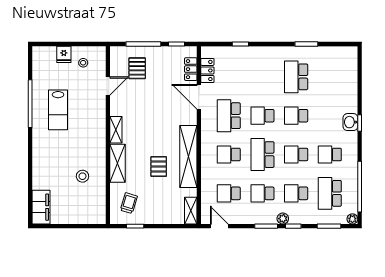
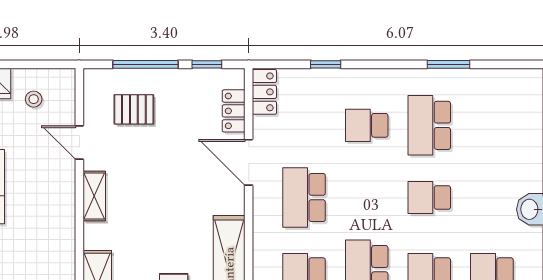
pallet: (137, 68) -> (134, 109), turned 90
locker: (207, 70) -> (264, 92), moved
door: (108, 86) -> (79, 143), swing flipped
school desk: (262, 116) -> (367, 125), moved
shelving: (116, 130) -> (94, 196), moved

